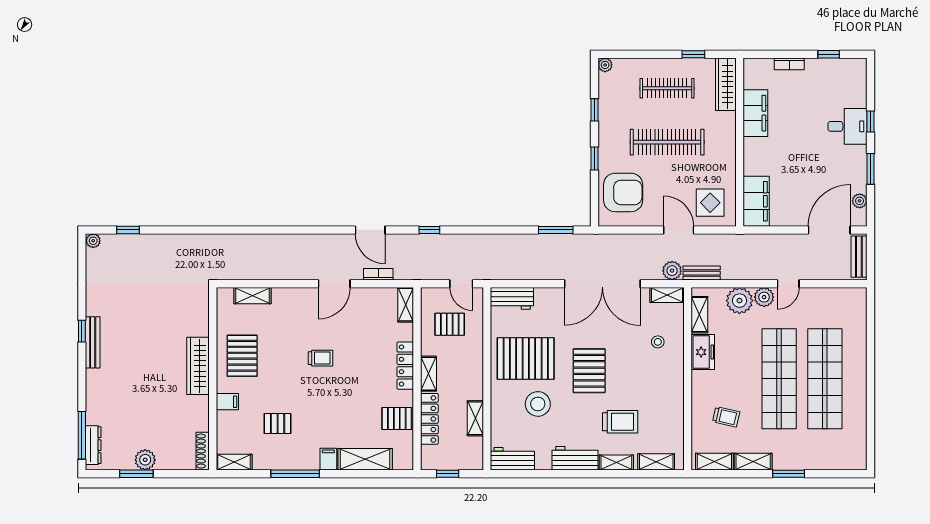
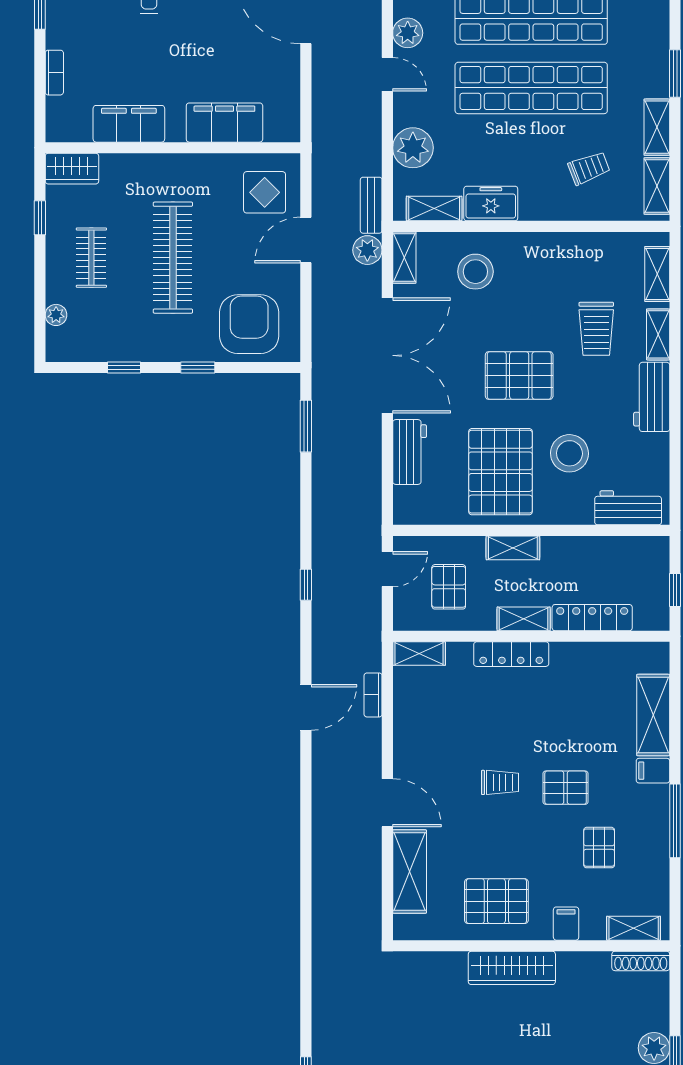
plant: (605, 65) -> (56, 315), moved
wardrobe: (726, 84) -> (72, 169), width x0.67
clothes rail: (667, 88) -> (91, 258), width x0.73
filing cabinet: (756, 201) -> (224, 123), moved
window: (429, 230) -> (306, 585), moved
door: (334, 284) -> (387, 803), moved
shelving: (252, 296) -> (410, 872), width x1.50, depth x1.33
plant: (764, 297) -> (408, 33), moved
workbench: (512, 298) -> (410, 452), moved
stool: (658, 342) -> (475, 272), width x1.89, depth x1.89
trolley: (321, 358) -> (500, 782), turned 90
trolley: (726, 417) -> (589, 168), turned 56
pallet: (397, 418) -> (566, 788), moved, turned 90
shelving: (475, 418) -> (513, 548), moved
trolley: (620, 422) -> (596, 329), turned 180
workbench: (512, 459) -> (628, 508), moved, turned 90
shelving: (234, 462) -> (634, 928), moved, turned 90

